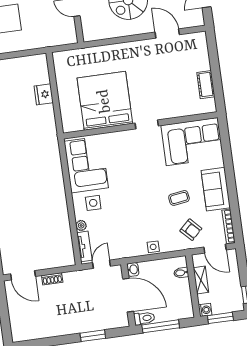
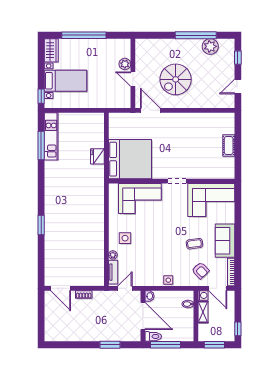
door: (167, 33) -> (150, 110), moved
cot: (206, 85) -> (229, 146), moved
fridge: (44, 94) -> (97, 156), moved
bed: (105, 101) -> (130, 159), moved, turned 90
corner sofa: (86, 165) -> (140, 199), moved, turned 90
washing machine: (205, 310) -> (203, 295), moved

